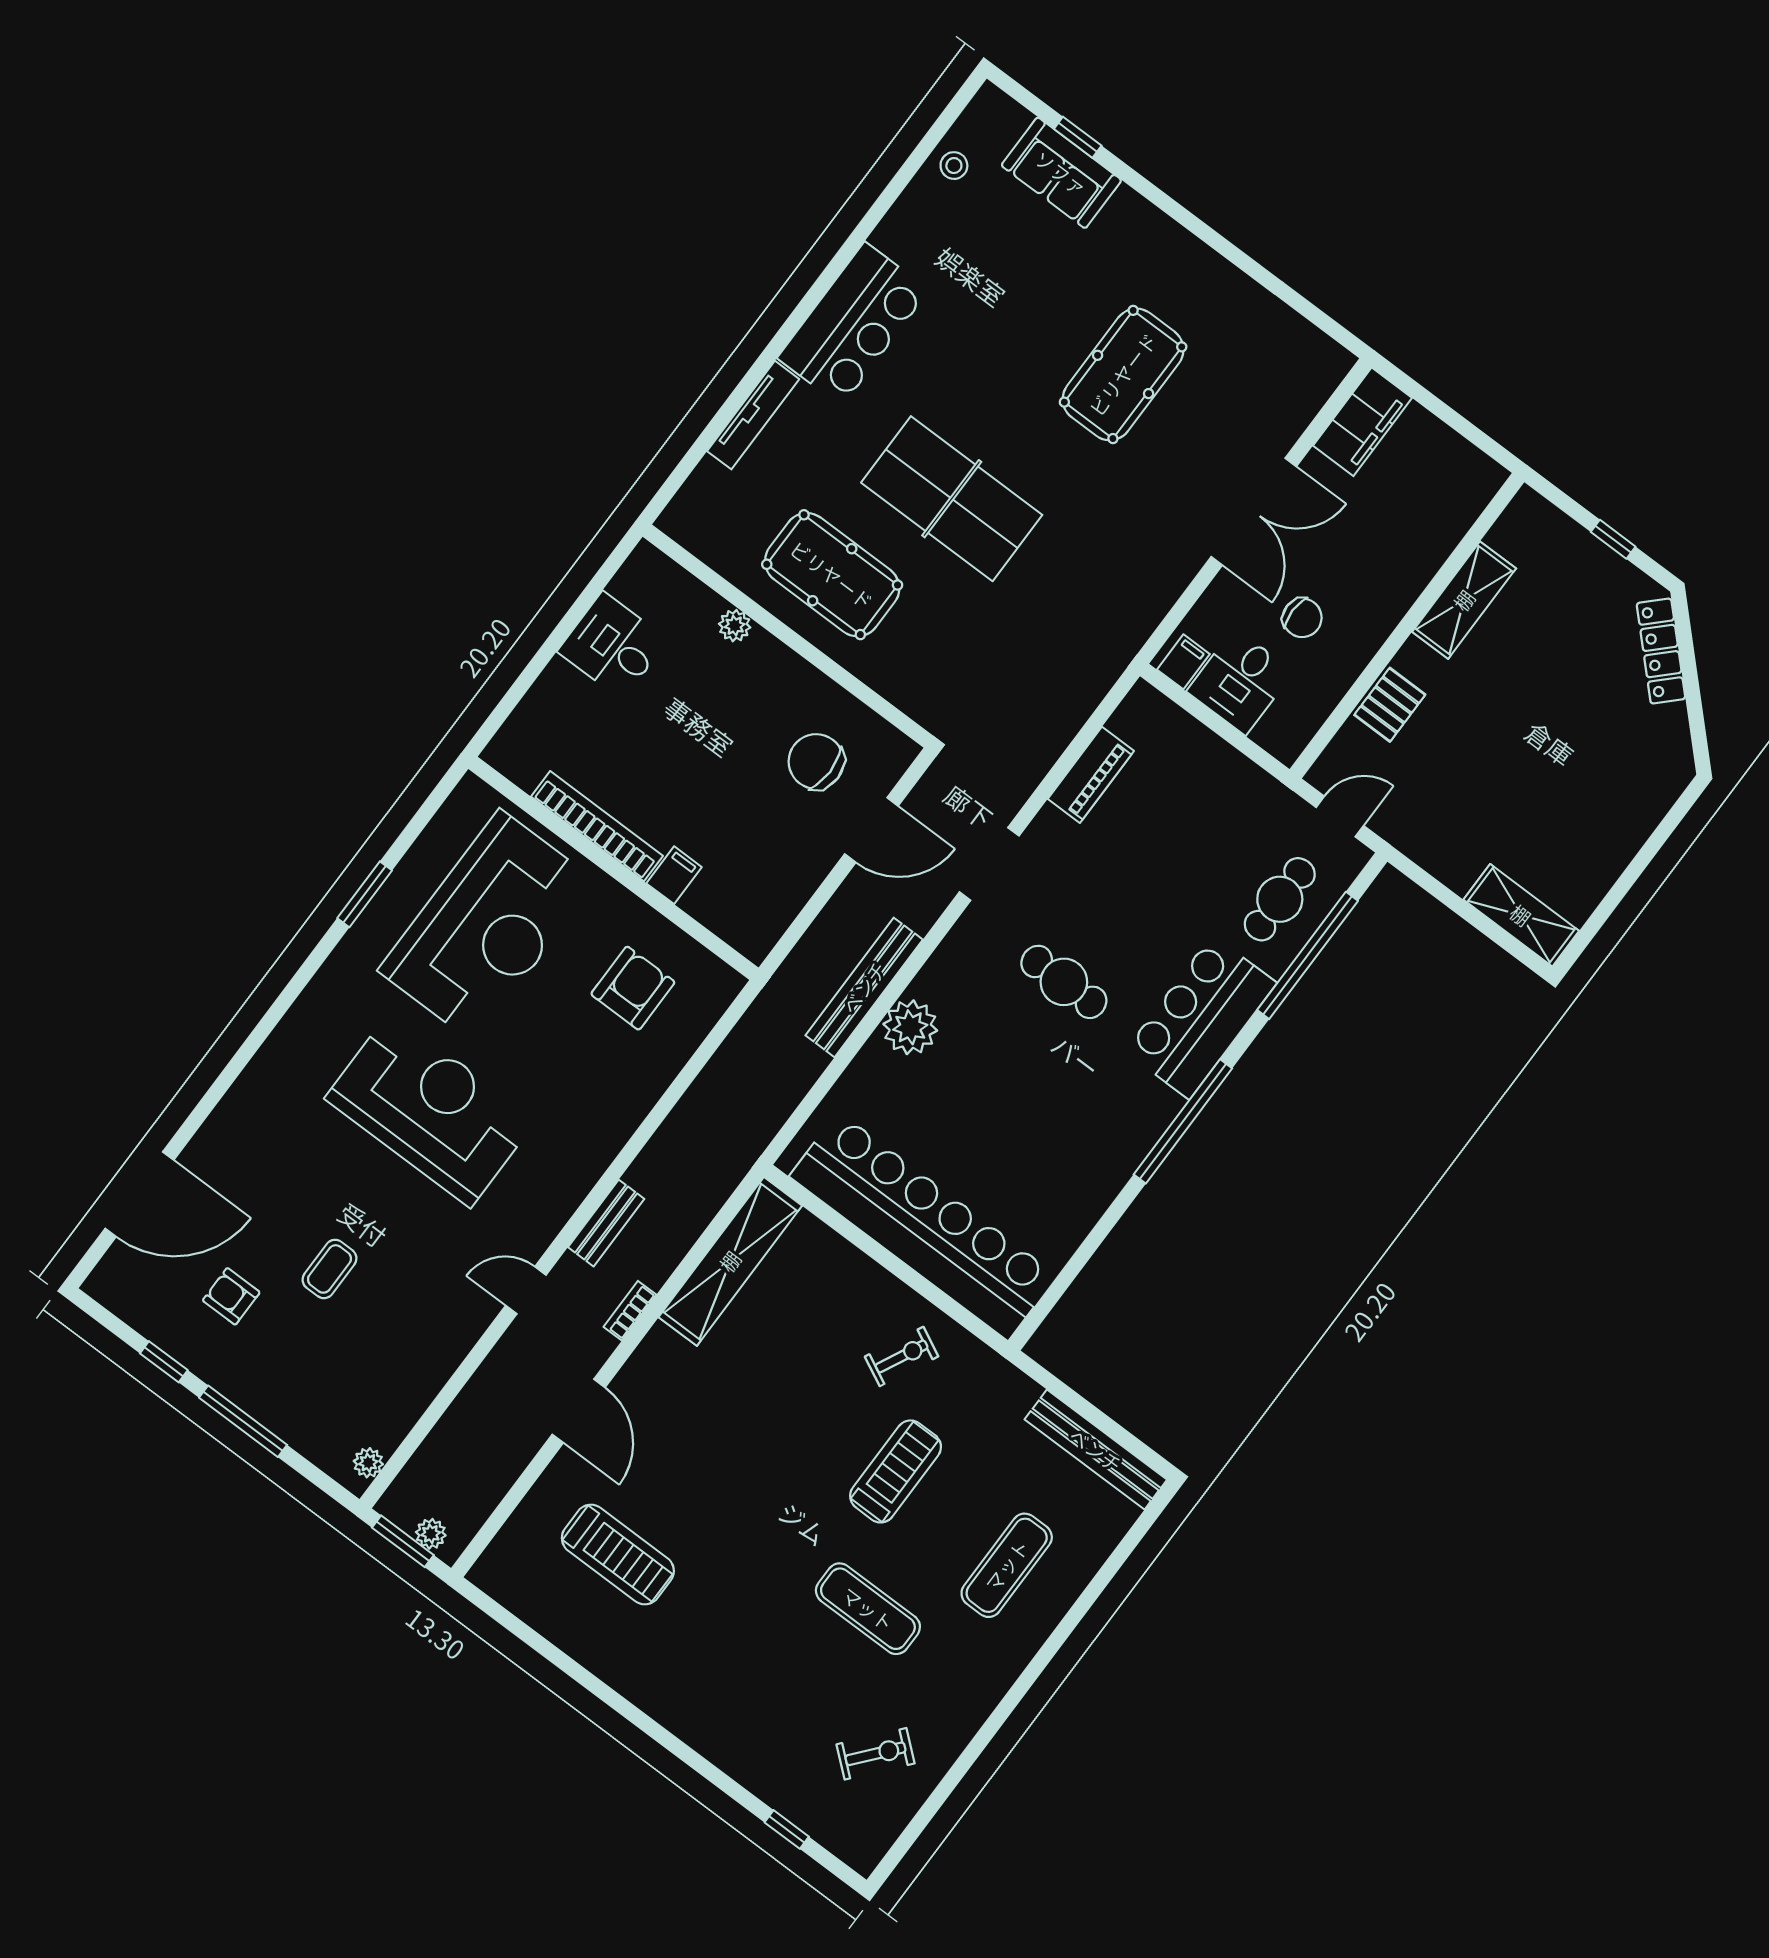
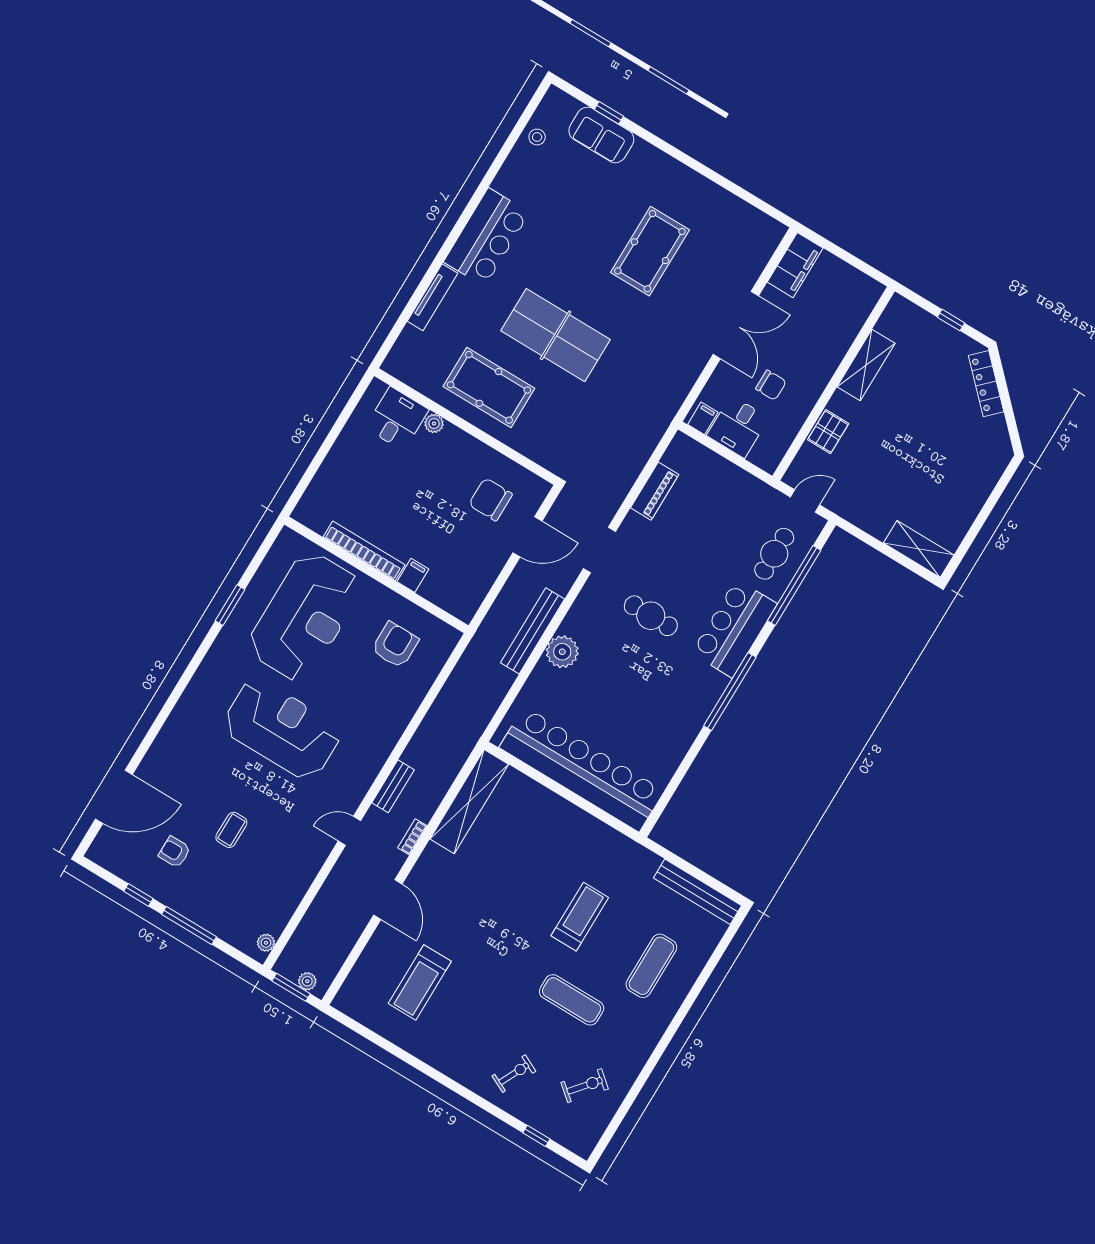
desk: (613, 646) -> (397, 419), moved, turned 90
exercise bike: (902, 1356) -> (514, 1074), moved
treadmill: (618, 1555) -> (420, 982), turned 90

